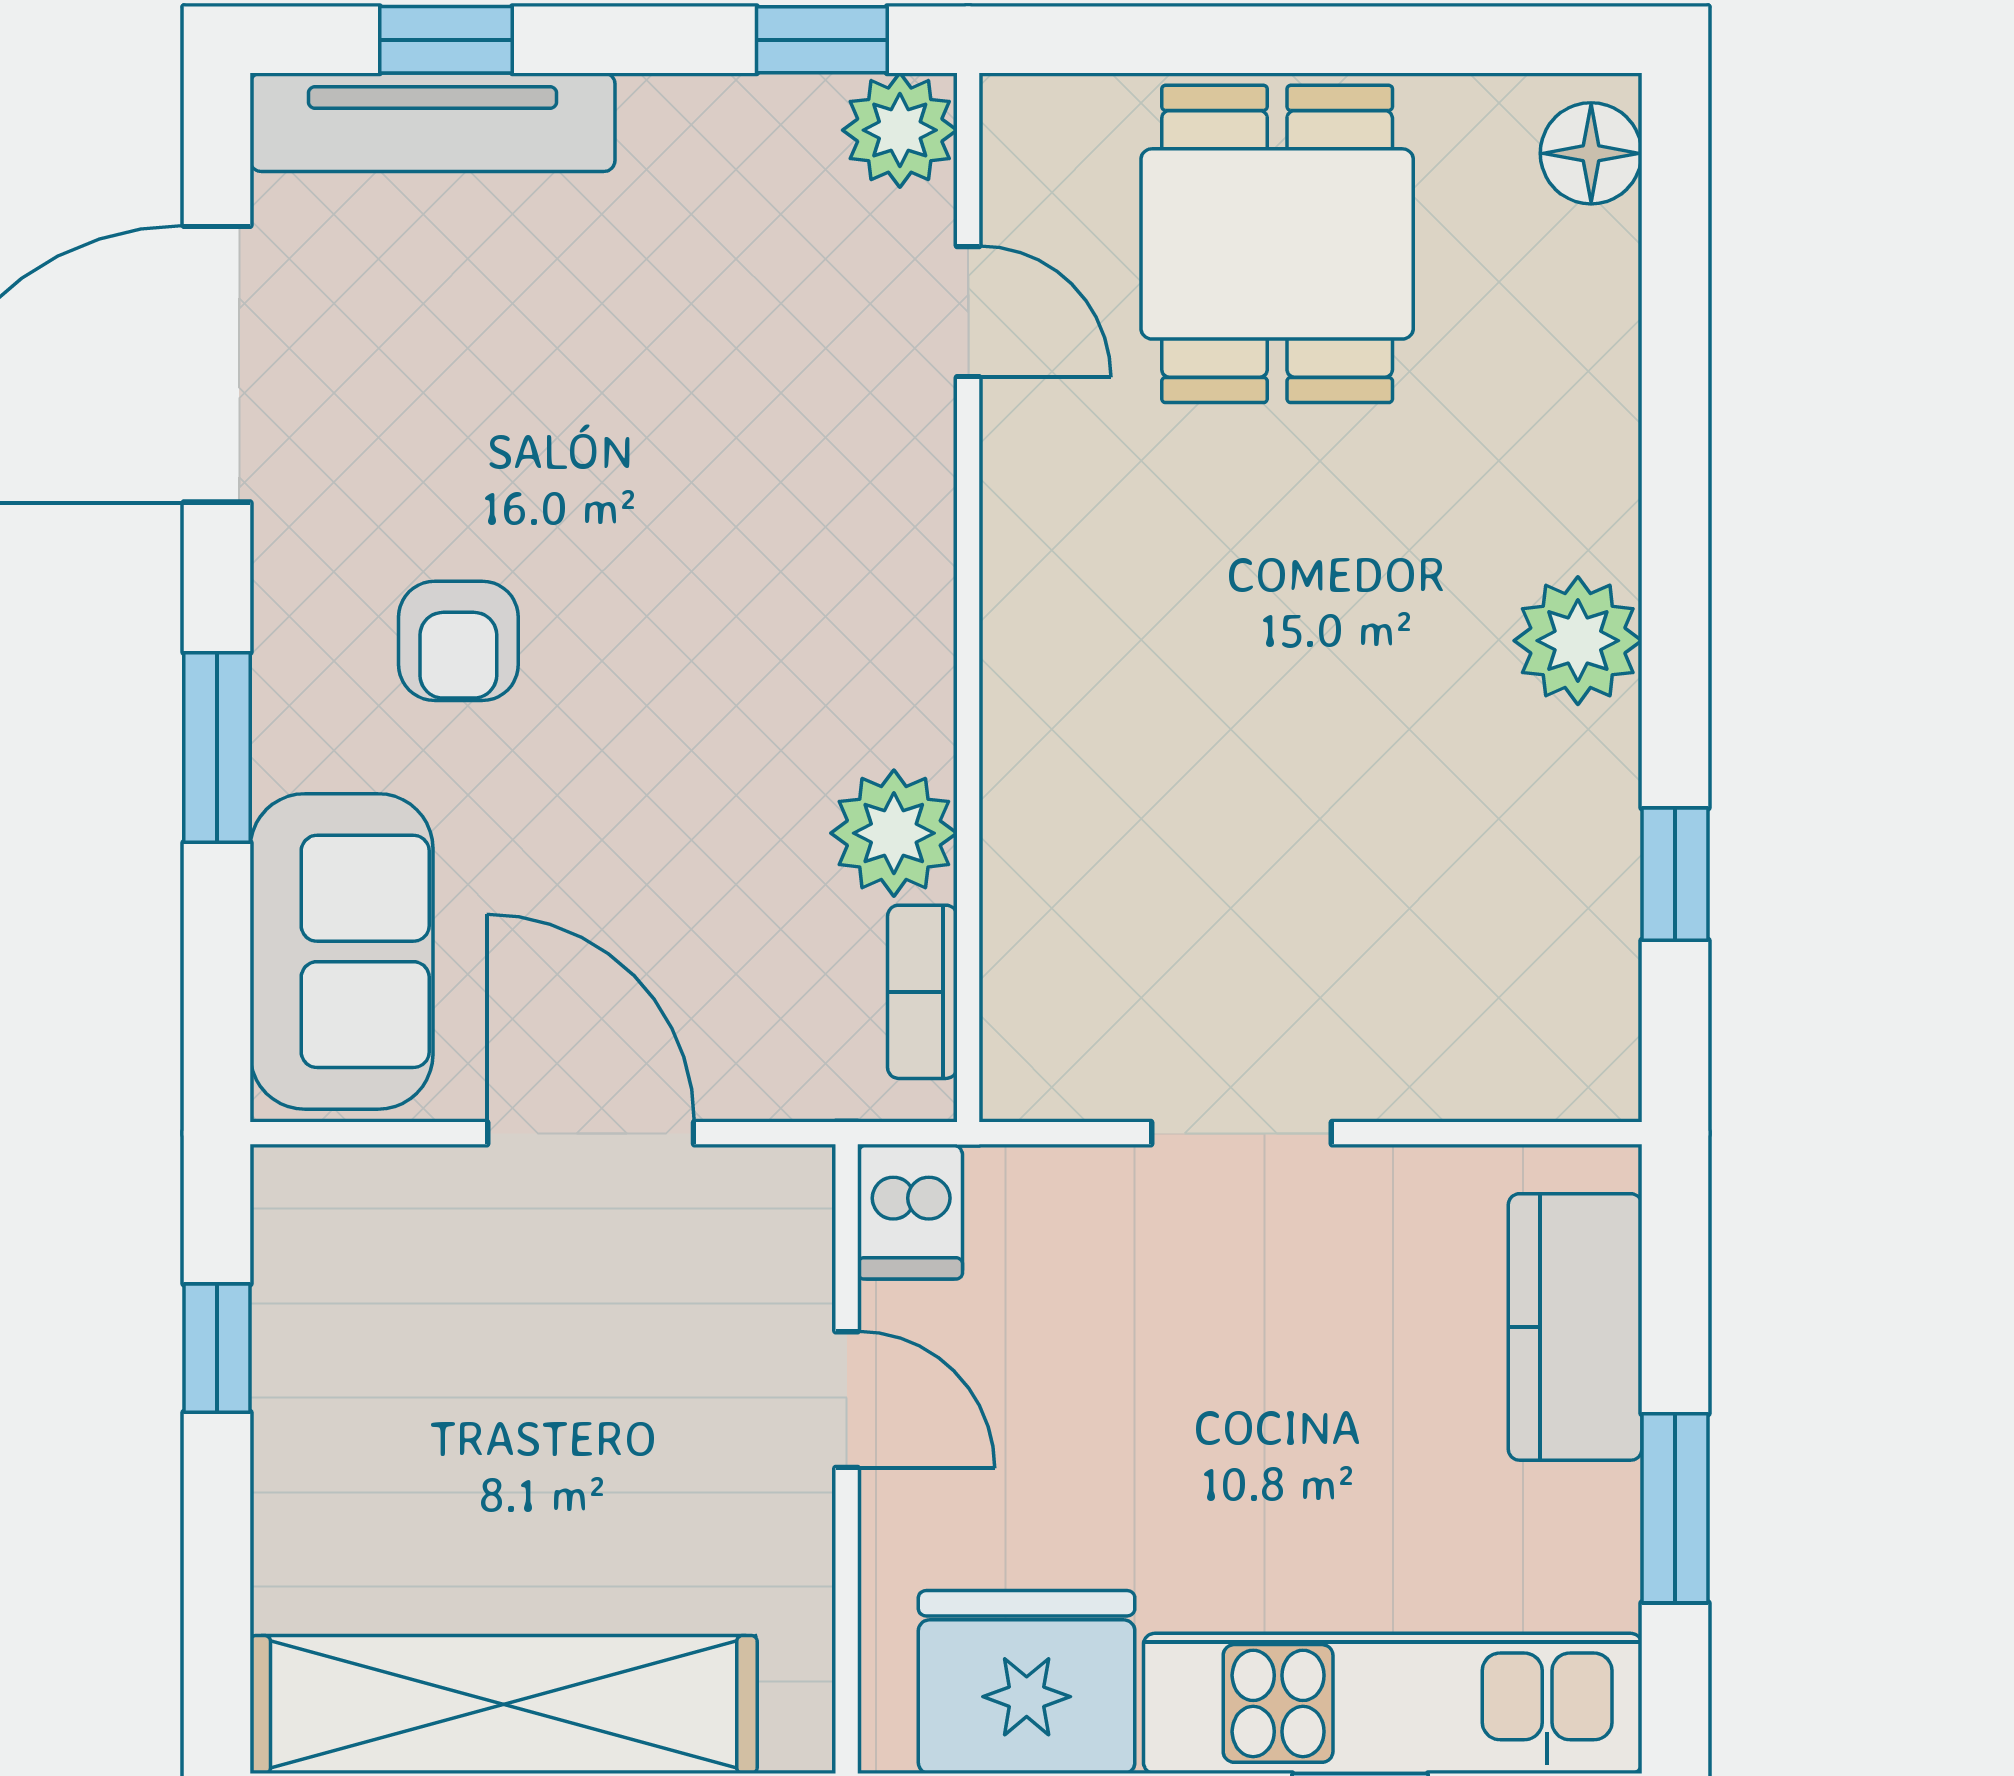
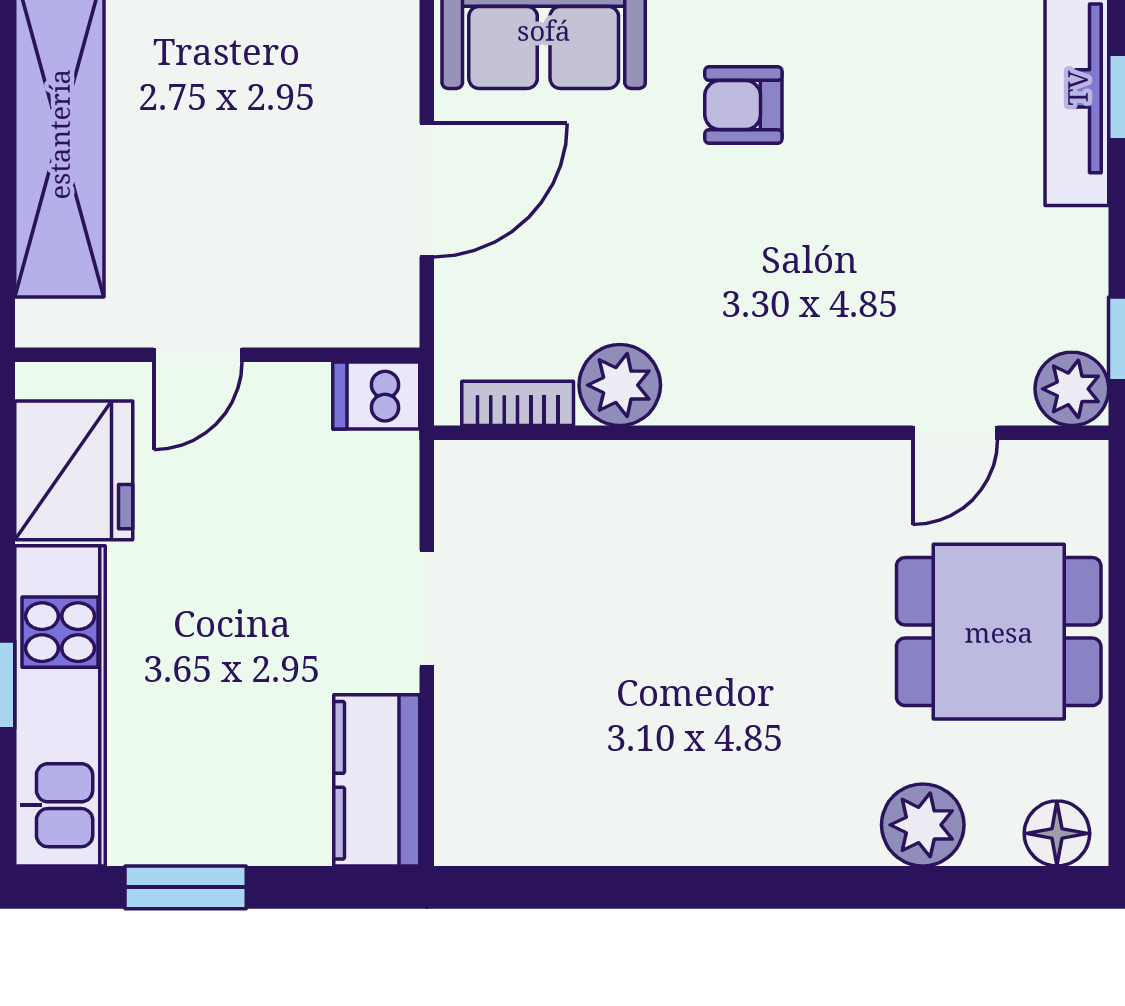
plant: (1578, 641) -> (923, 825), moved
window: (1675, 874) -> (593, 887), removed
kitchen counter: (1575, 1327) -> (377, 780), moved, turned -90
door: (847, 1400) -> (198, 355), moved

